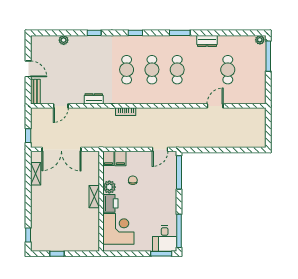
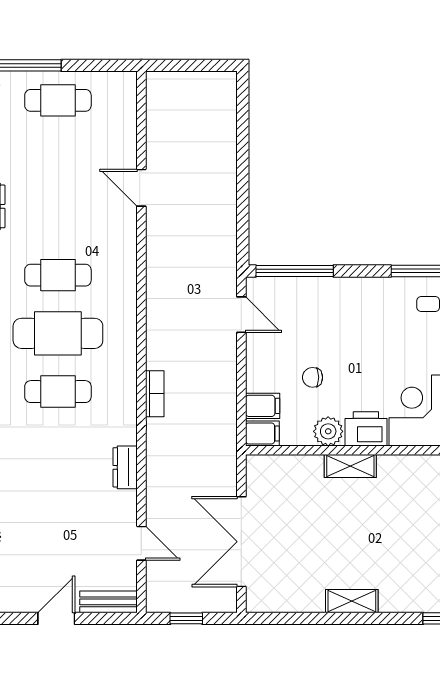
cafe table: (152, 70) -> (58, 333), width x1.37, depth x1.35
cafe table: (228, 70) -> (58, 100), moved
window: (28, 136) -> (186, 618), moved
double door: (61, 149) -> (241, 542), swing flipped
shelving: (36, 174) -> (352, 601), moved

